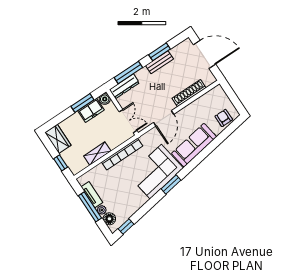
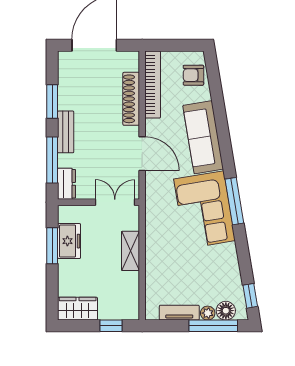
bench: (160, 62) -> (66, 132), moved
dresser: (124, 86) -> (67, 184), width x0.70
boiler: (105, 99) -> (66, 214), removed
shelving: (97, 153) -> (131, 251), moved
bookcase: (122, 154) -> (153, 85), moved
window: (171, 184) -> (234, 201), width x1.44
window: (90, 207) -> (213, 326), moved

